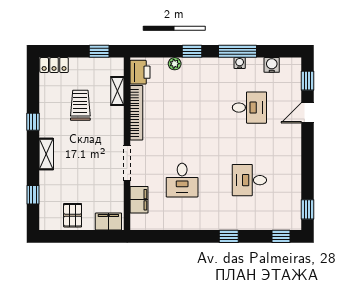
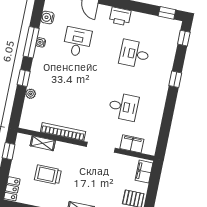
printer: (140, 72) -> (120, 16), moved, turned 180
desk: (249, 180) -> (134, 54), turned 90

